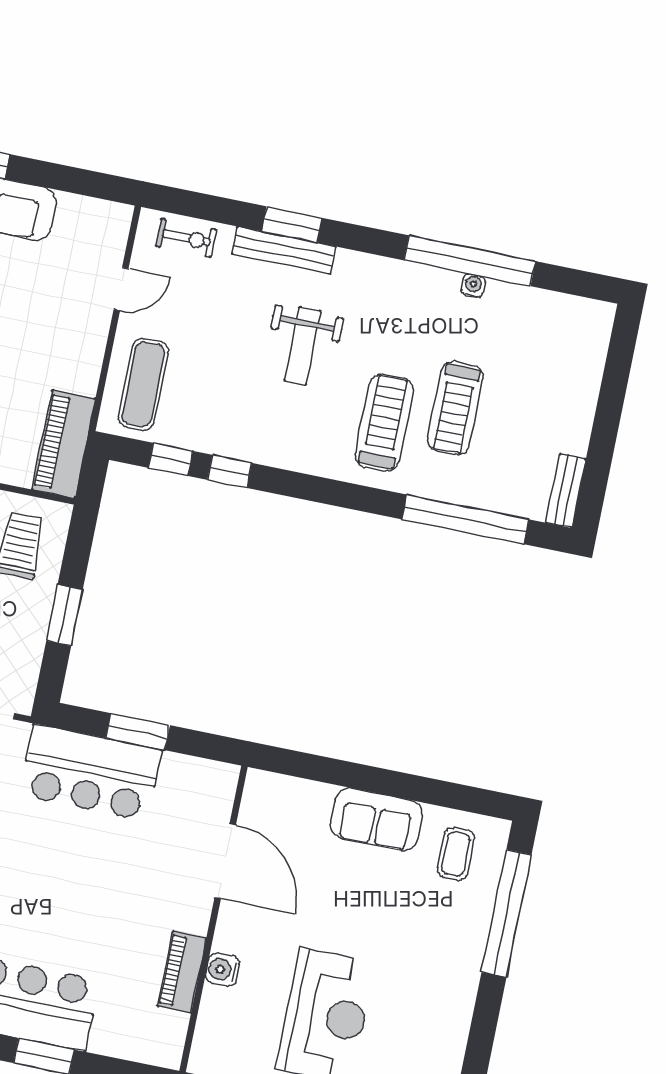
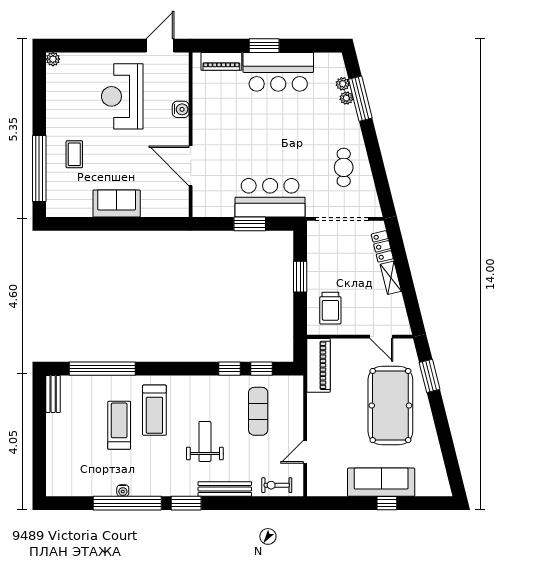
window: (292, 225) -> (186, 503), moved
exercise mat: (143, 384) -> (258, 411), moved
coffee table: (456, 854) -> (74, 154), moved
piano: (182, 972) -> (221, 61), moved, turned 90

